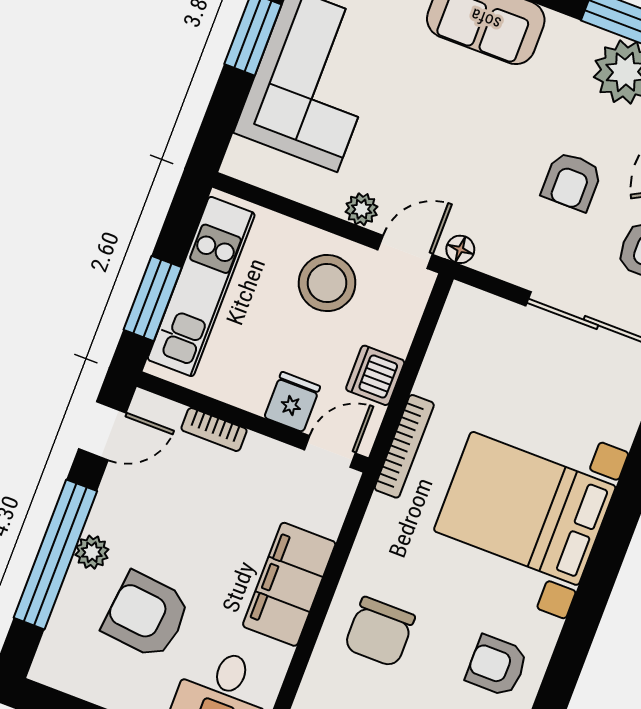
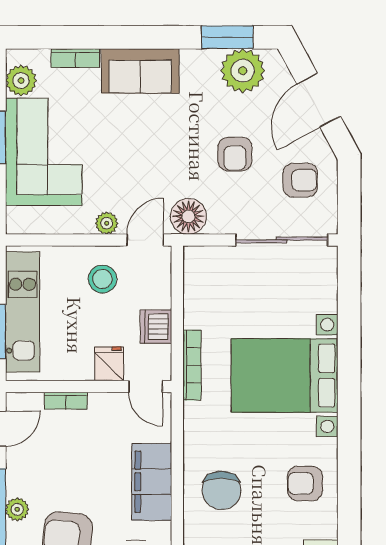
floor lamp: (460, 249) -> (188, 216), width x1.89, depth x1.89
stool: (327, 283) -> (103, 279), width x0.73, depth x0.73
door: (330, 451) -> (146, 386), swing flipped

